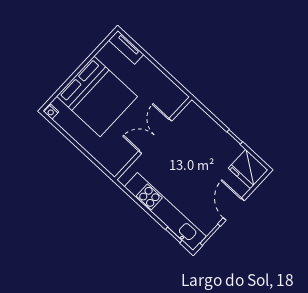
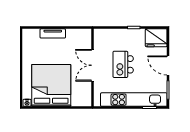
tv unit: (126, 47) -> (53, 33), moved
bed: (97, 96) -> (51, 85), moved, turned -90
kitchen island: (188, 165) -> (123, 64), added

